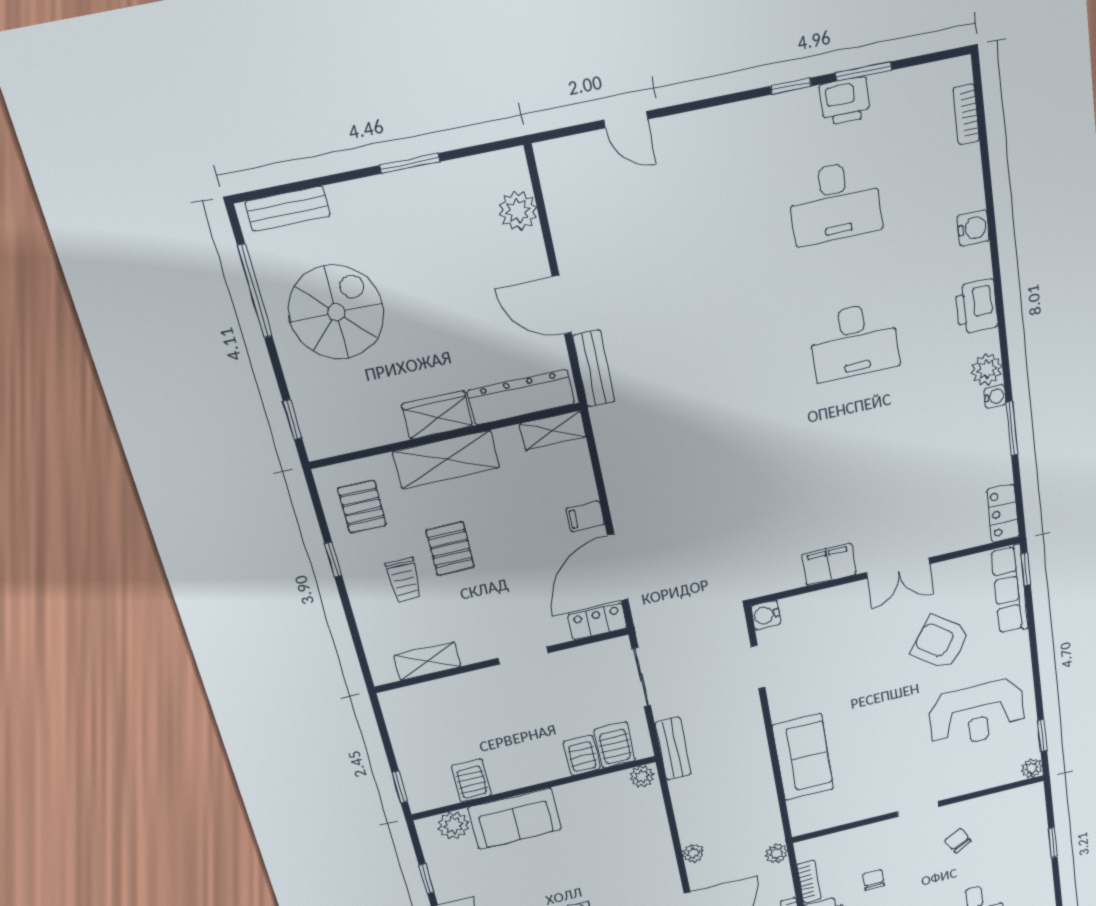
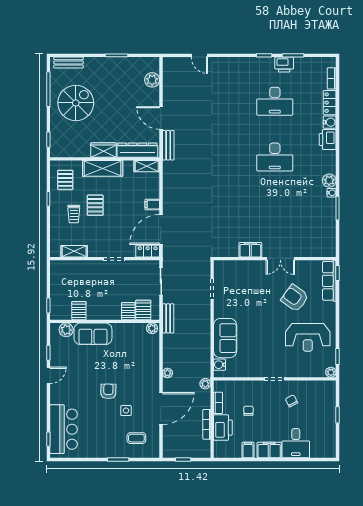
printer: (976, 307) -> (328, 140), moved
locker: (1003, 513) -> (330, 103), moved
water cooler: (766, 615) -> (219, 365), moved

